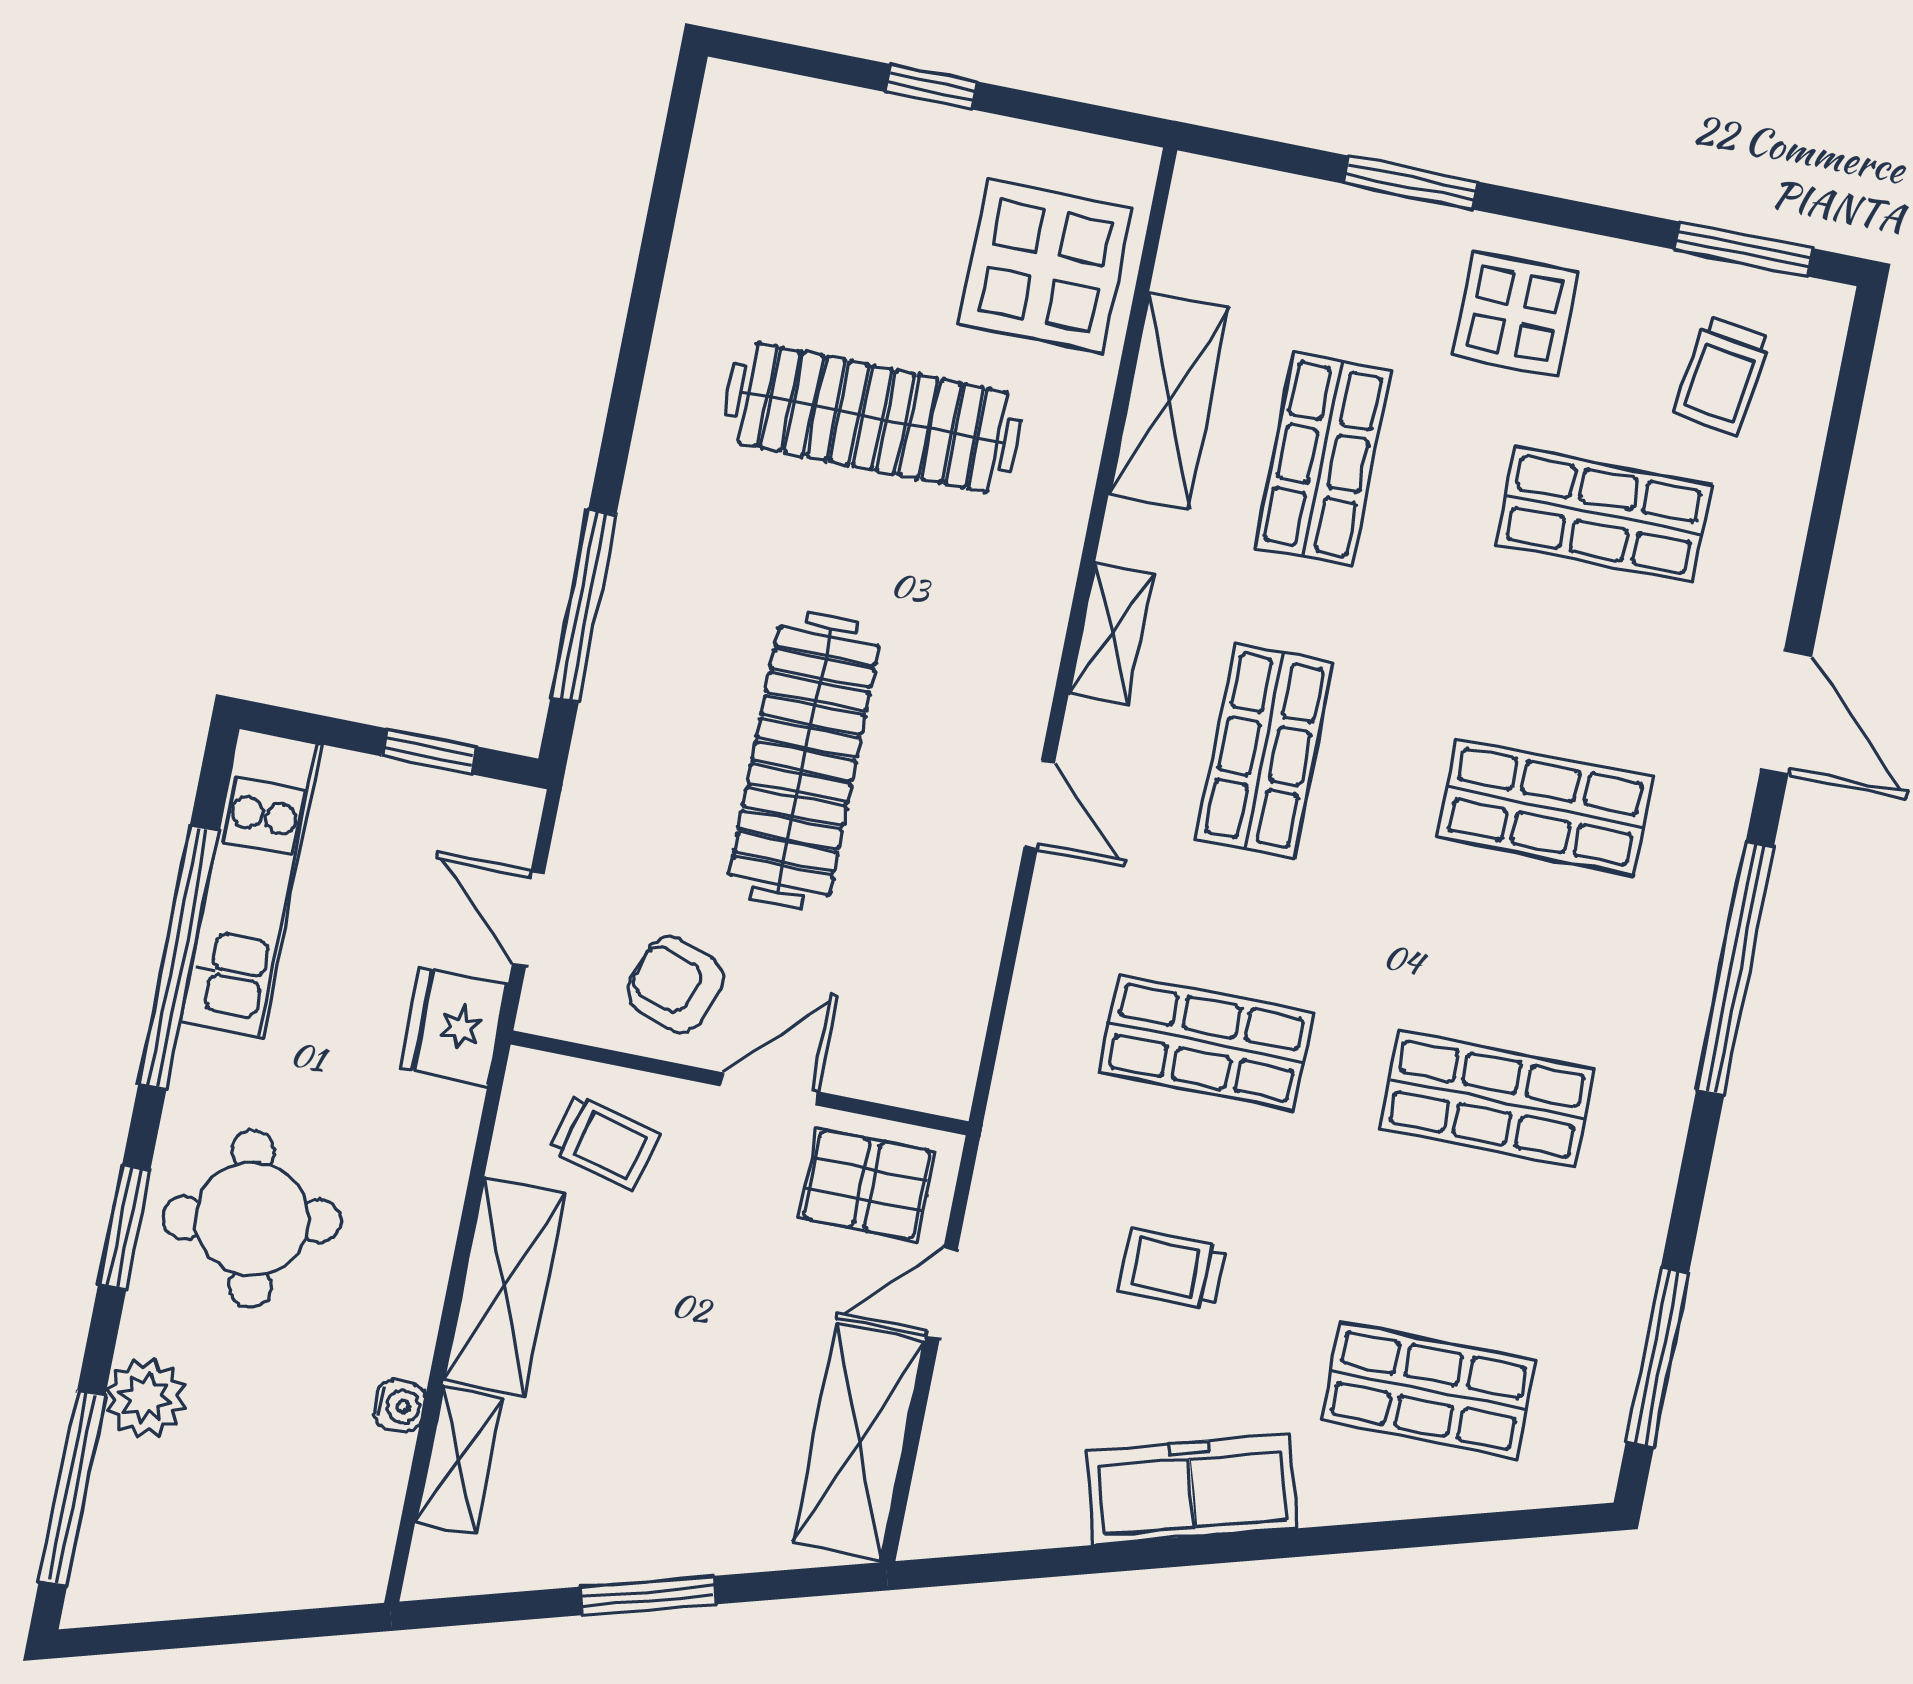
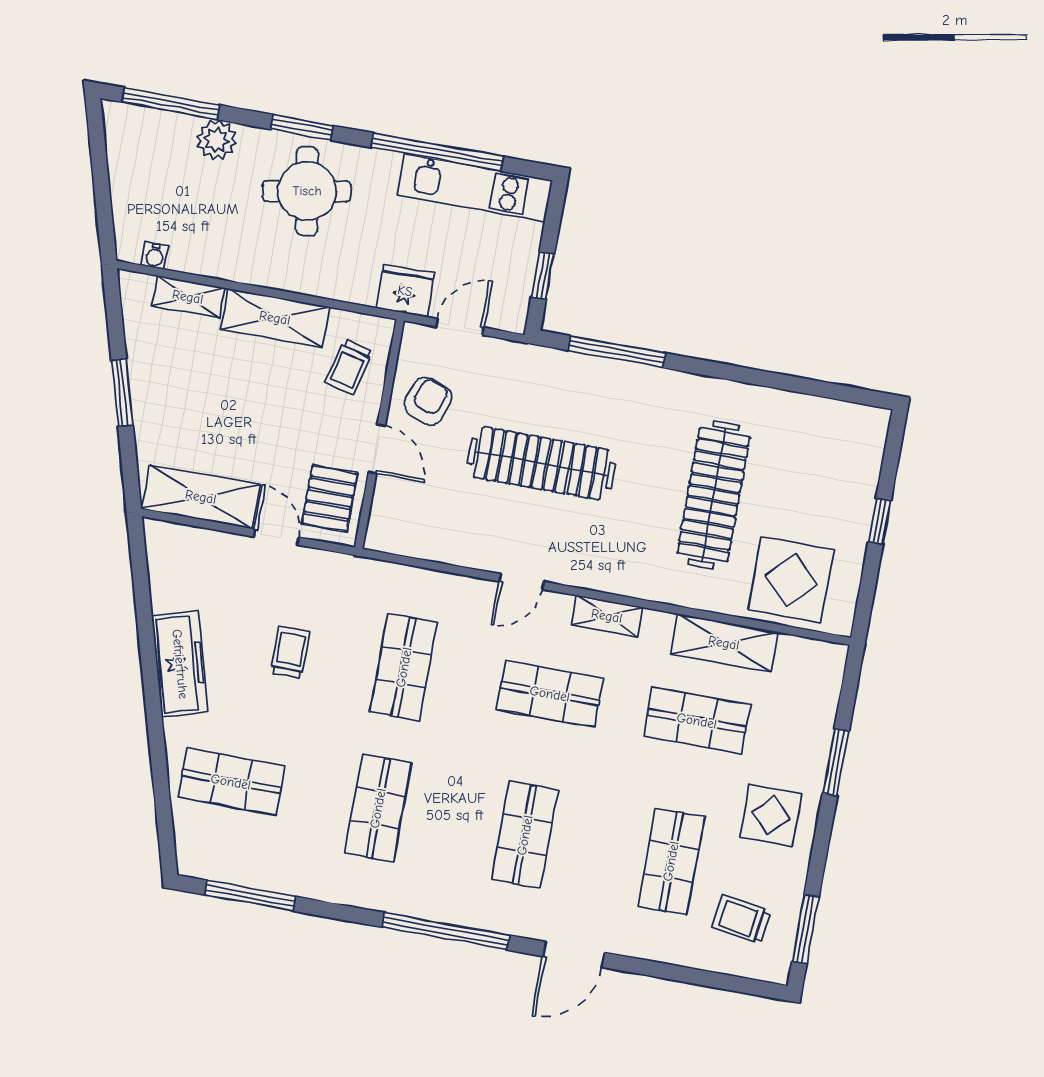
shop shelf: (1429, 1391) -> (231, 782), turned 90
water cooler: (399, 1406) -> (155, 256), moved

